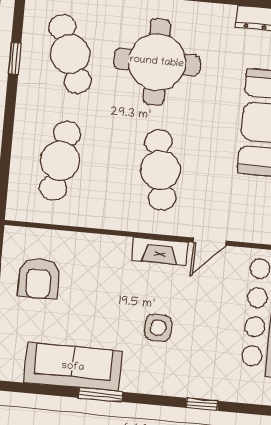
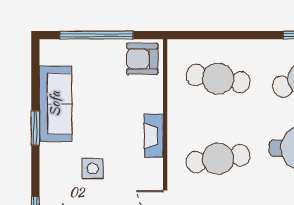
fireplace: (160, 251) -> (154, 136), moved
armchair: (39, 278) -> (142, 59), moved

